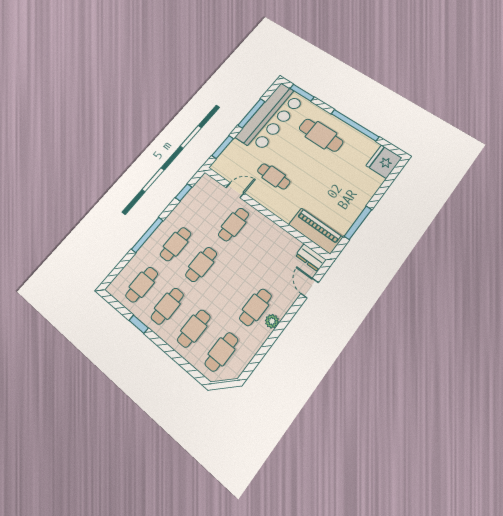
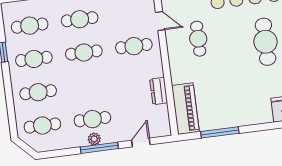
dresser: (311, 258) -> (159, 91), moved
window: (283, 324) -> (99, 148), added

